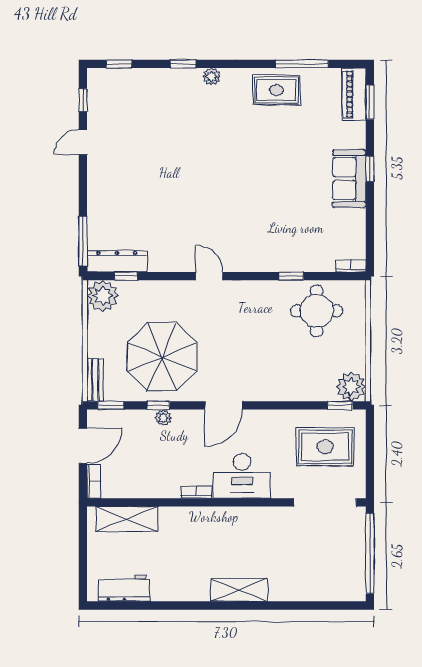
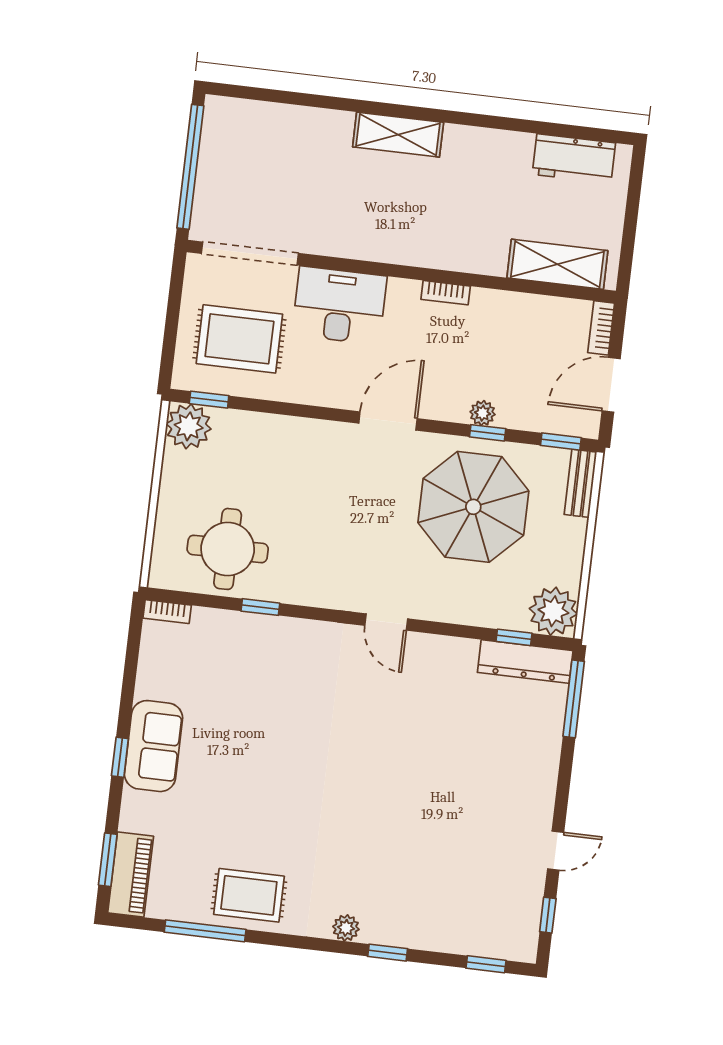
desk: (242, 476) -> (339, 305), moved

